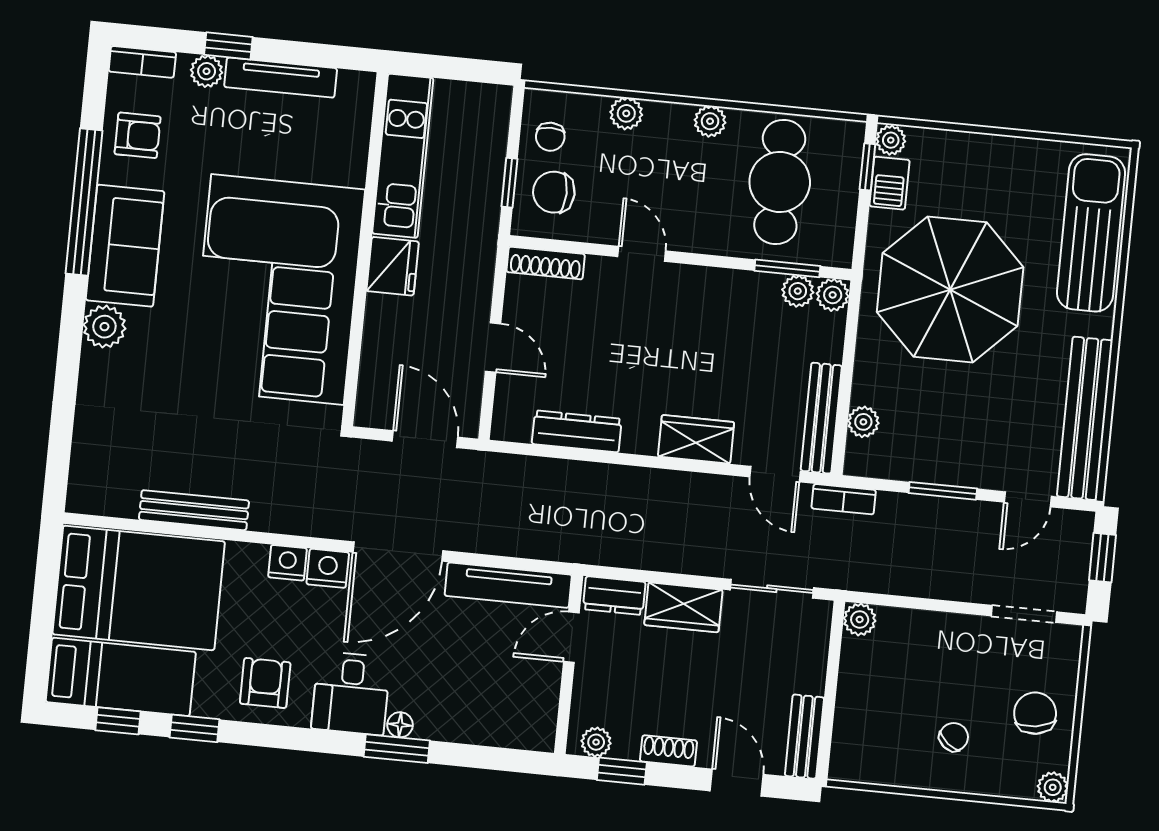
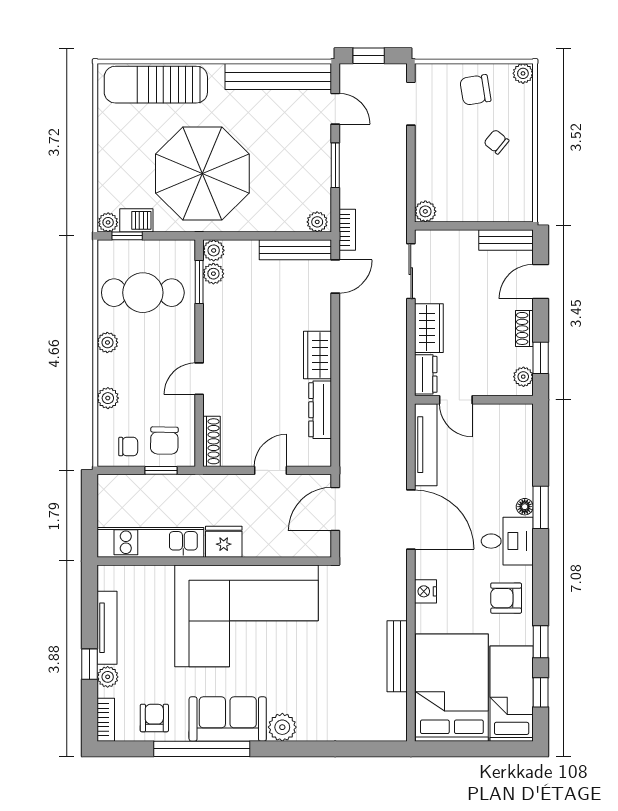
plant: (863, 422) -> (317, 222), moved
wardrobe: (696, 439) -> (318, 355), moved
nightstand: (328, 568) -> (427, 565), removed

